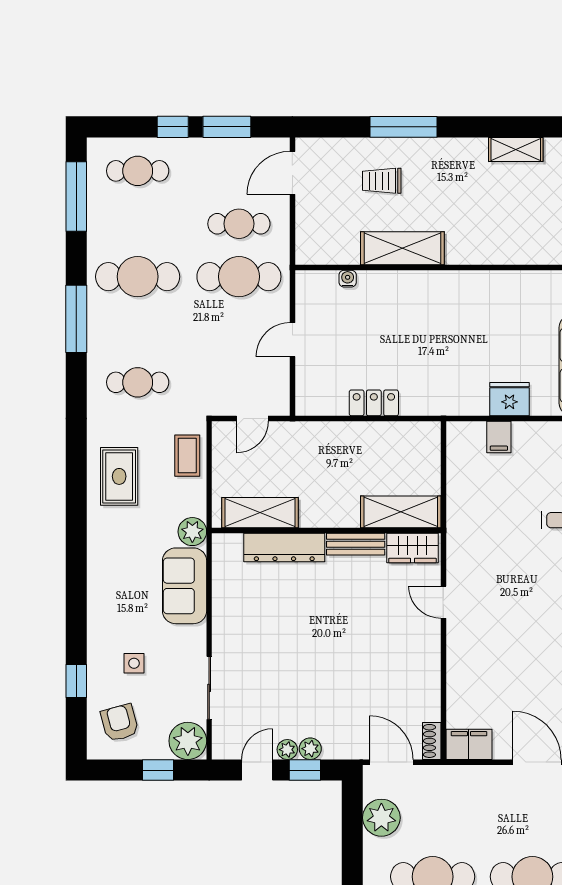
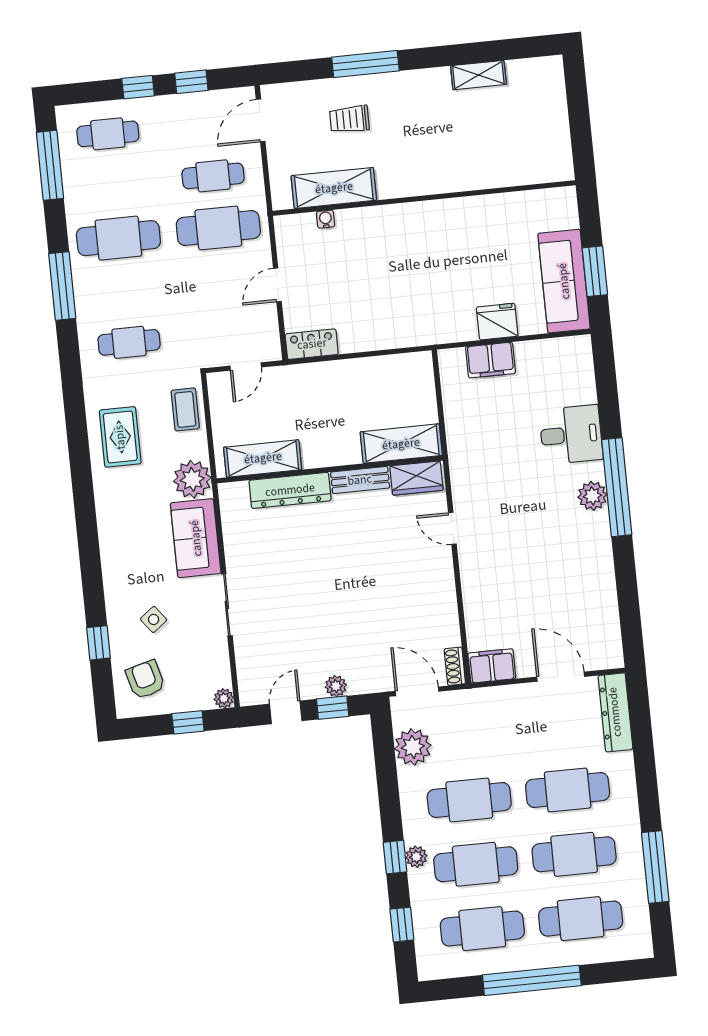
window: (227, 127) -> (191, 82), width x0.67
shelving: (402, 248) -> (334, 188), moved
locker: (374, 403) -> (312, 344), moved
filing cabinet: (499, 437) -> (490, 360), width x2.00
plant: (192, 532) -> (192, 479), width x1.36, depth x1.36
side table: (134, 663) -> (154, 619), turned -37
sliding door: (209, 688) -> (227, 605), moved
plant: (188, 741) -> (224, 698), width x0.53, depth x0.53
plant: (287, 750) -> (313, 689), removed

